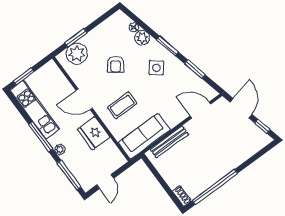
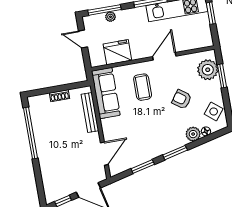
side table: (156, 68) -> (214, 111), moved
fridge: (94, 133) -> (117, 52), moved
plant: (60, 150) -> (110, 17), moved
shoe rack: (182, 196) -> (59, 96), moved

